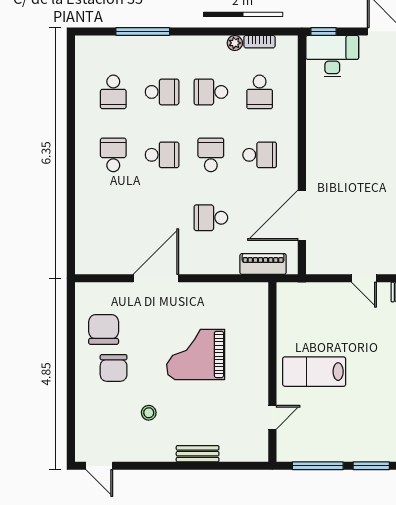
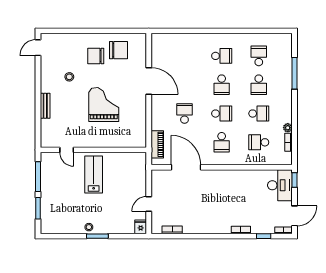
school desk: (113, 92) -> (259, 56), turned 90
school desk: (211, 92) -> (259, 114), turned 90

